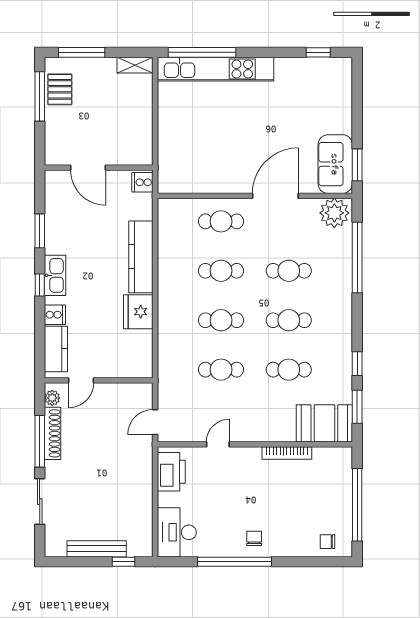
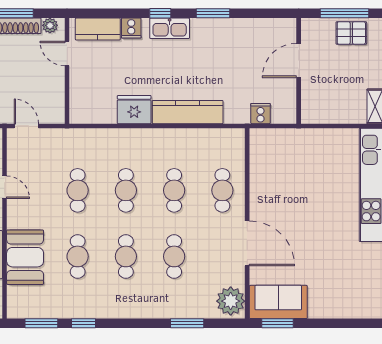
door: (88, 168) -> (299, 60), moved
wall: (99, 168) -> (299, 71), moved
window: (357, 257) -> (187, 323), width x0.47
booth: (324, 423) -> (25, 257), moved

